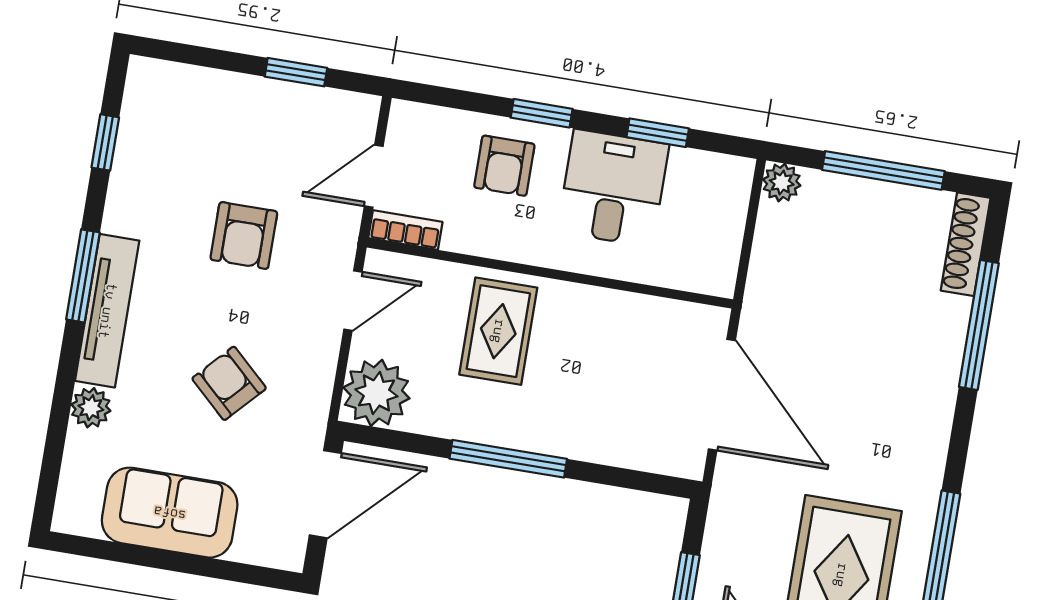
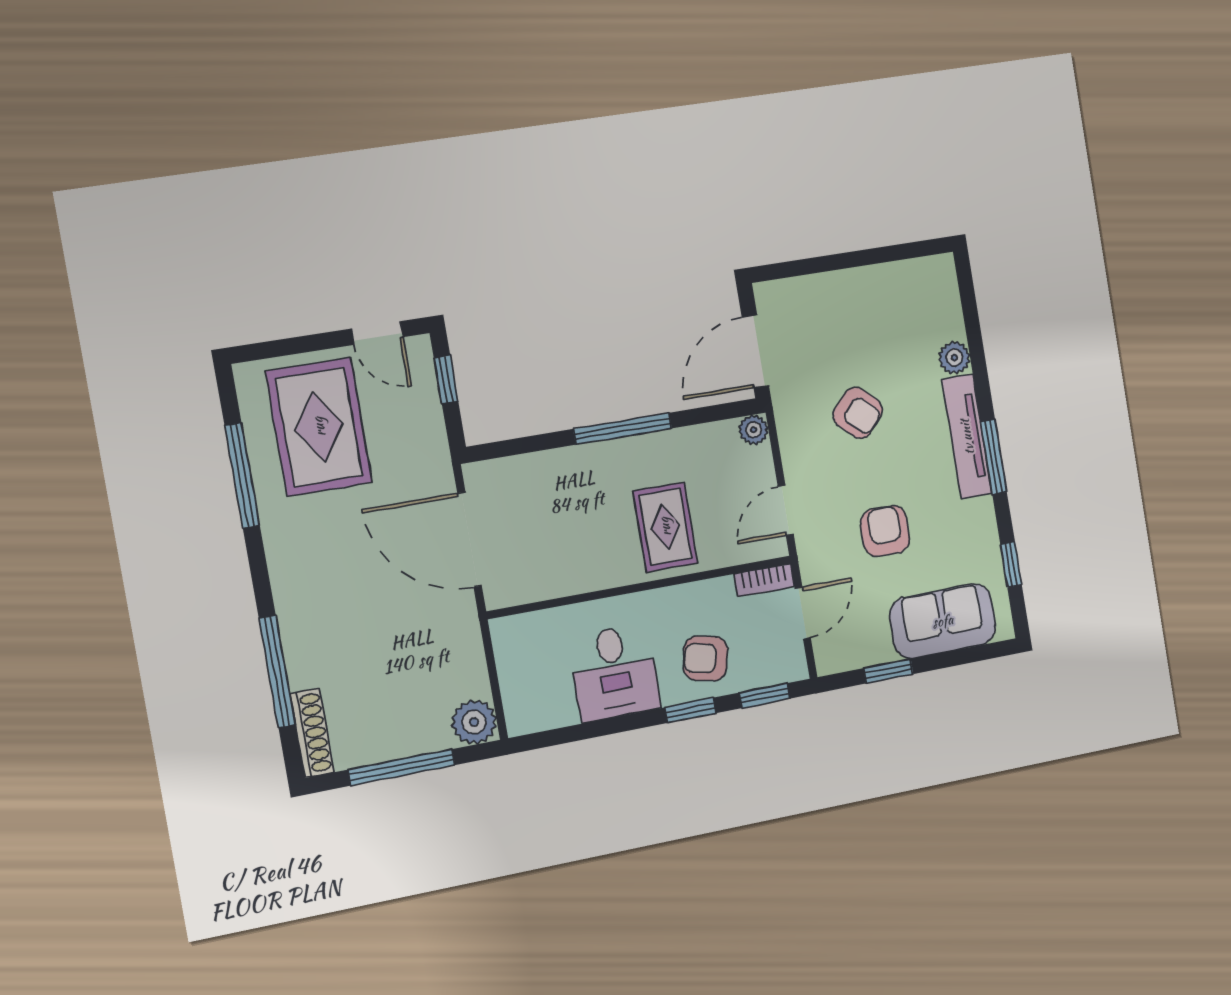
window: (658, 133) -> (765, 696), moved
armchair: (504, 166) -> (705, 658), turned -77
plant: (782, 182) -> (474, 722), width x1.38, depth x1.38
plant: (376, 393) -> (754, 430), width x0.53, depth x0.53
sofa: (170, 513) -> (943, 621), moved, turned 180

